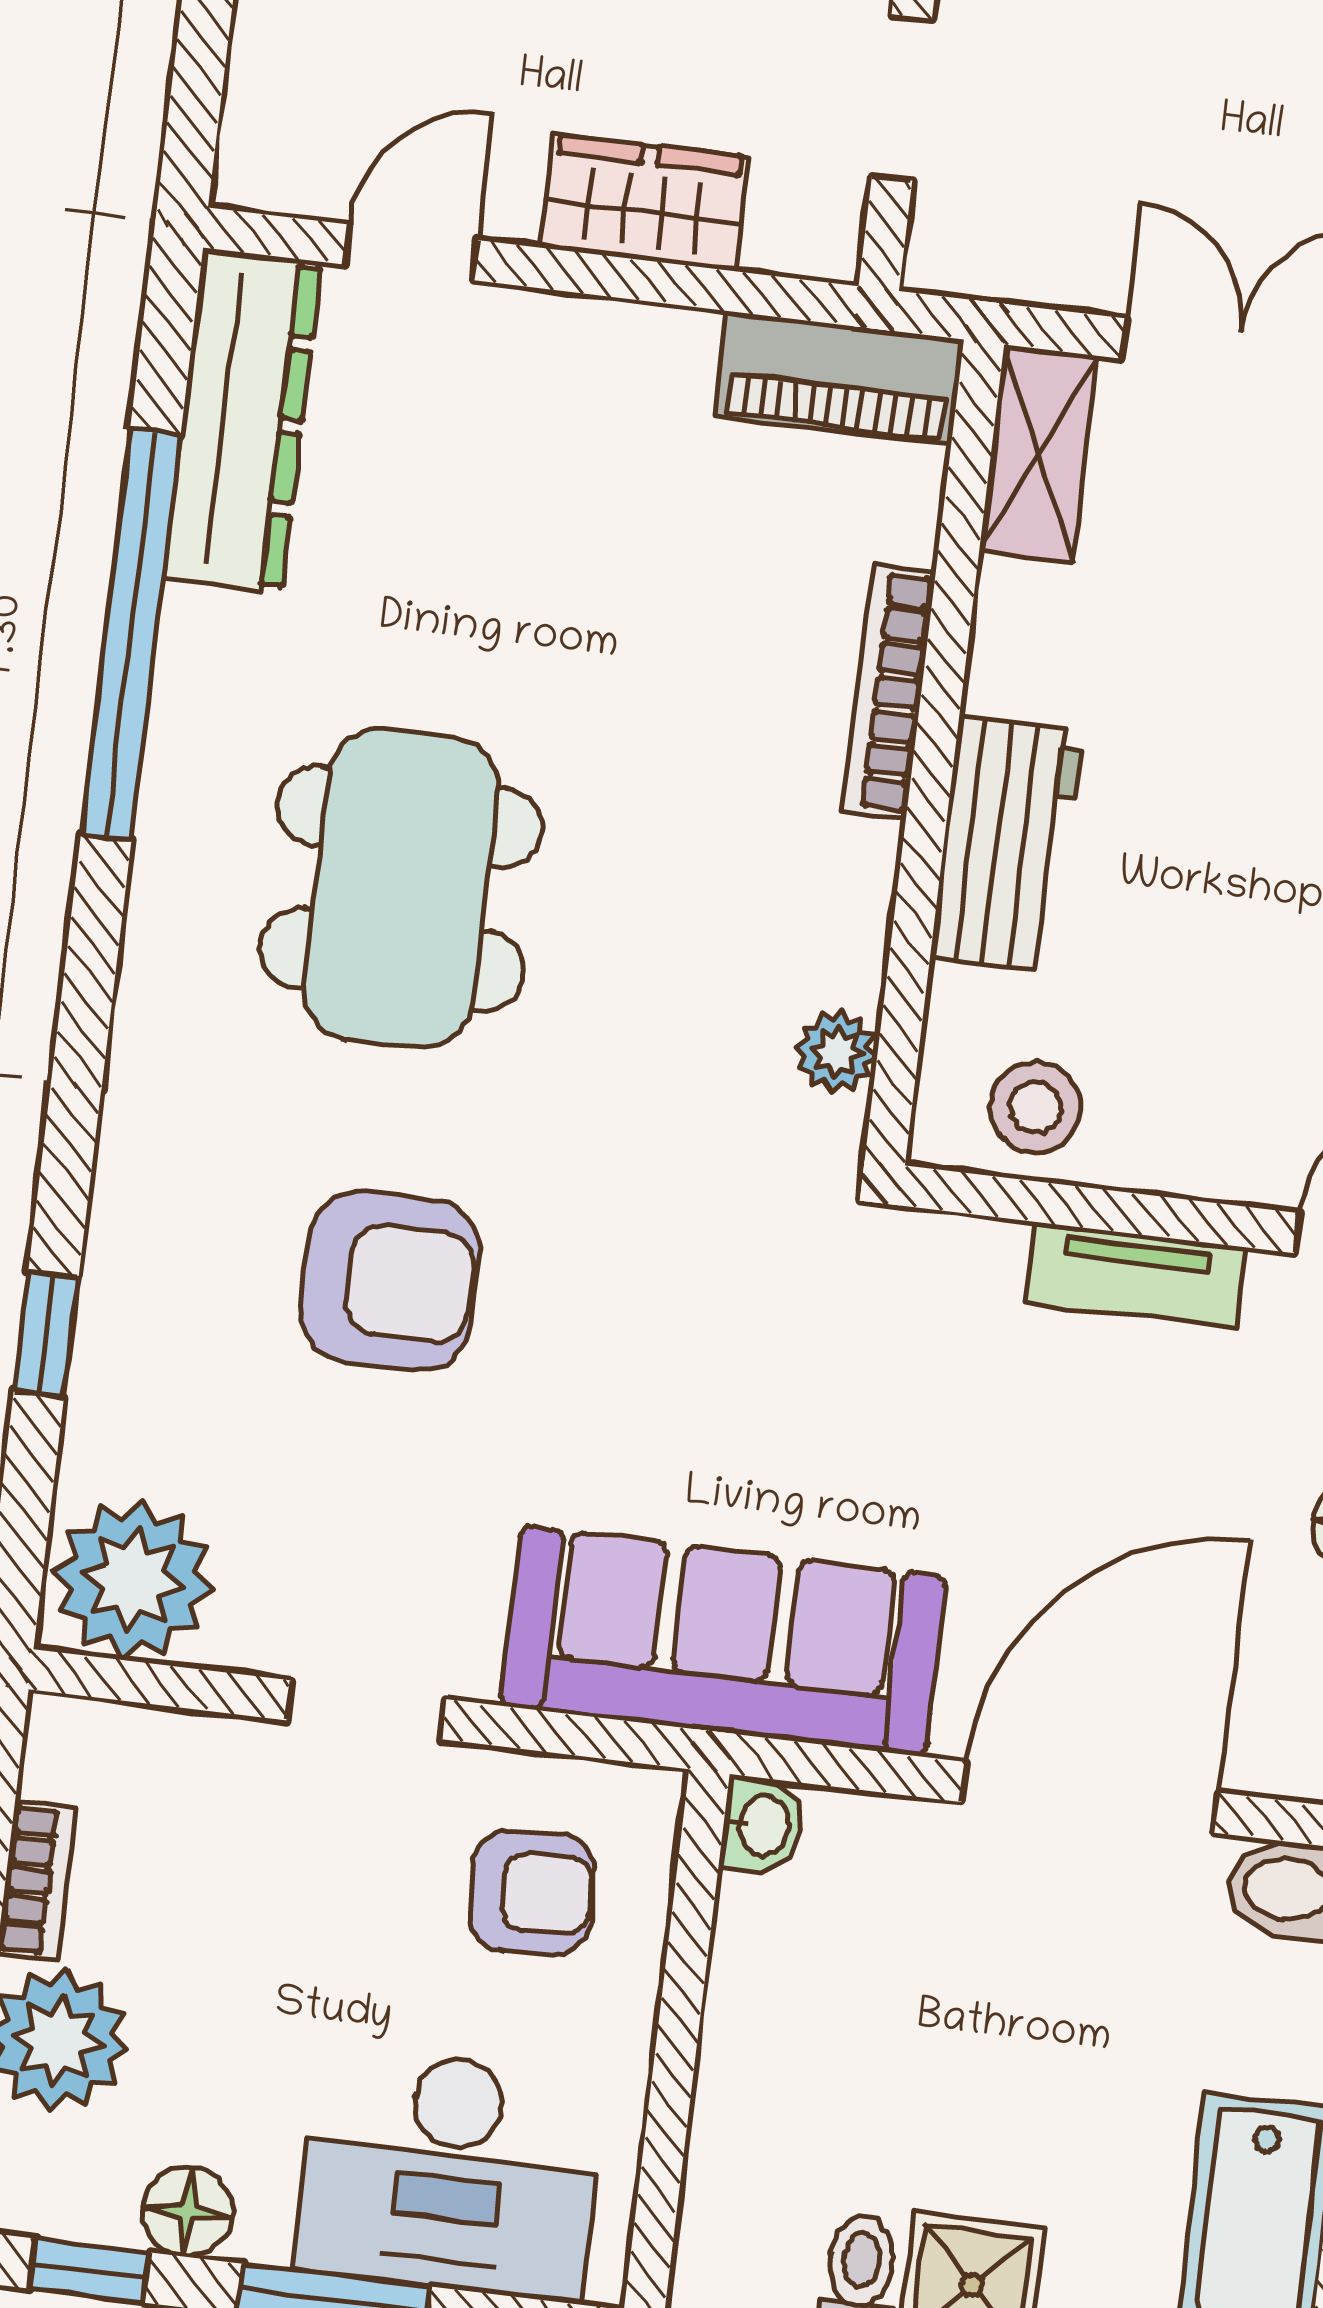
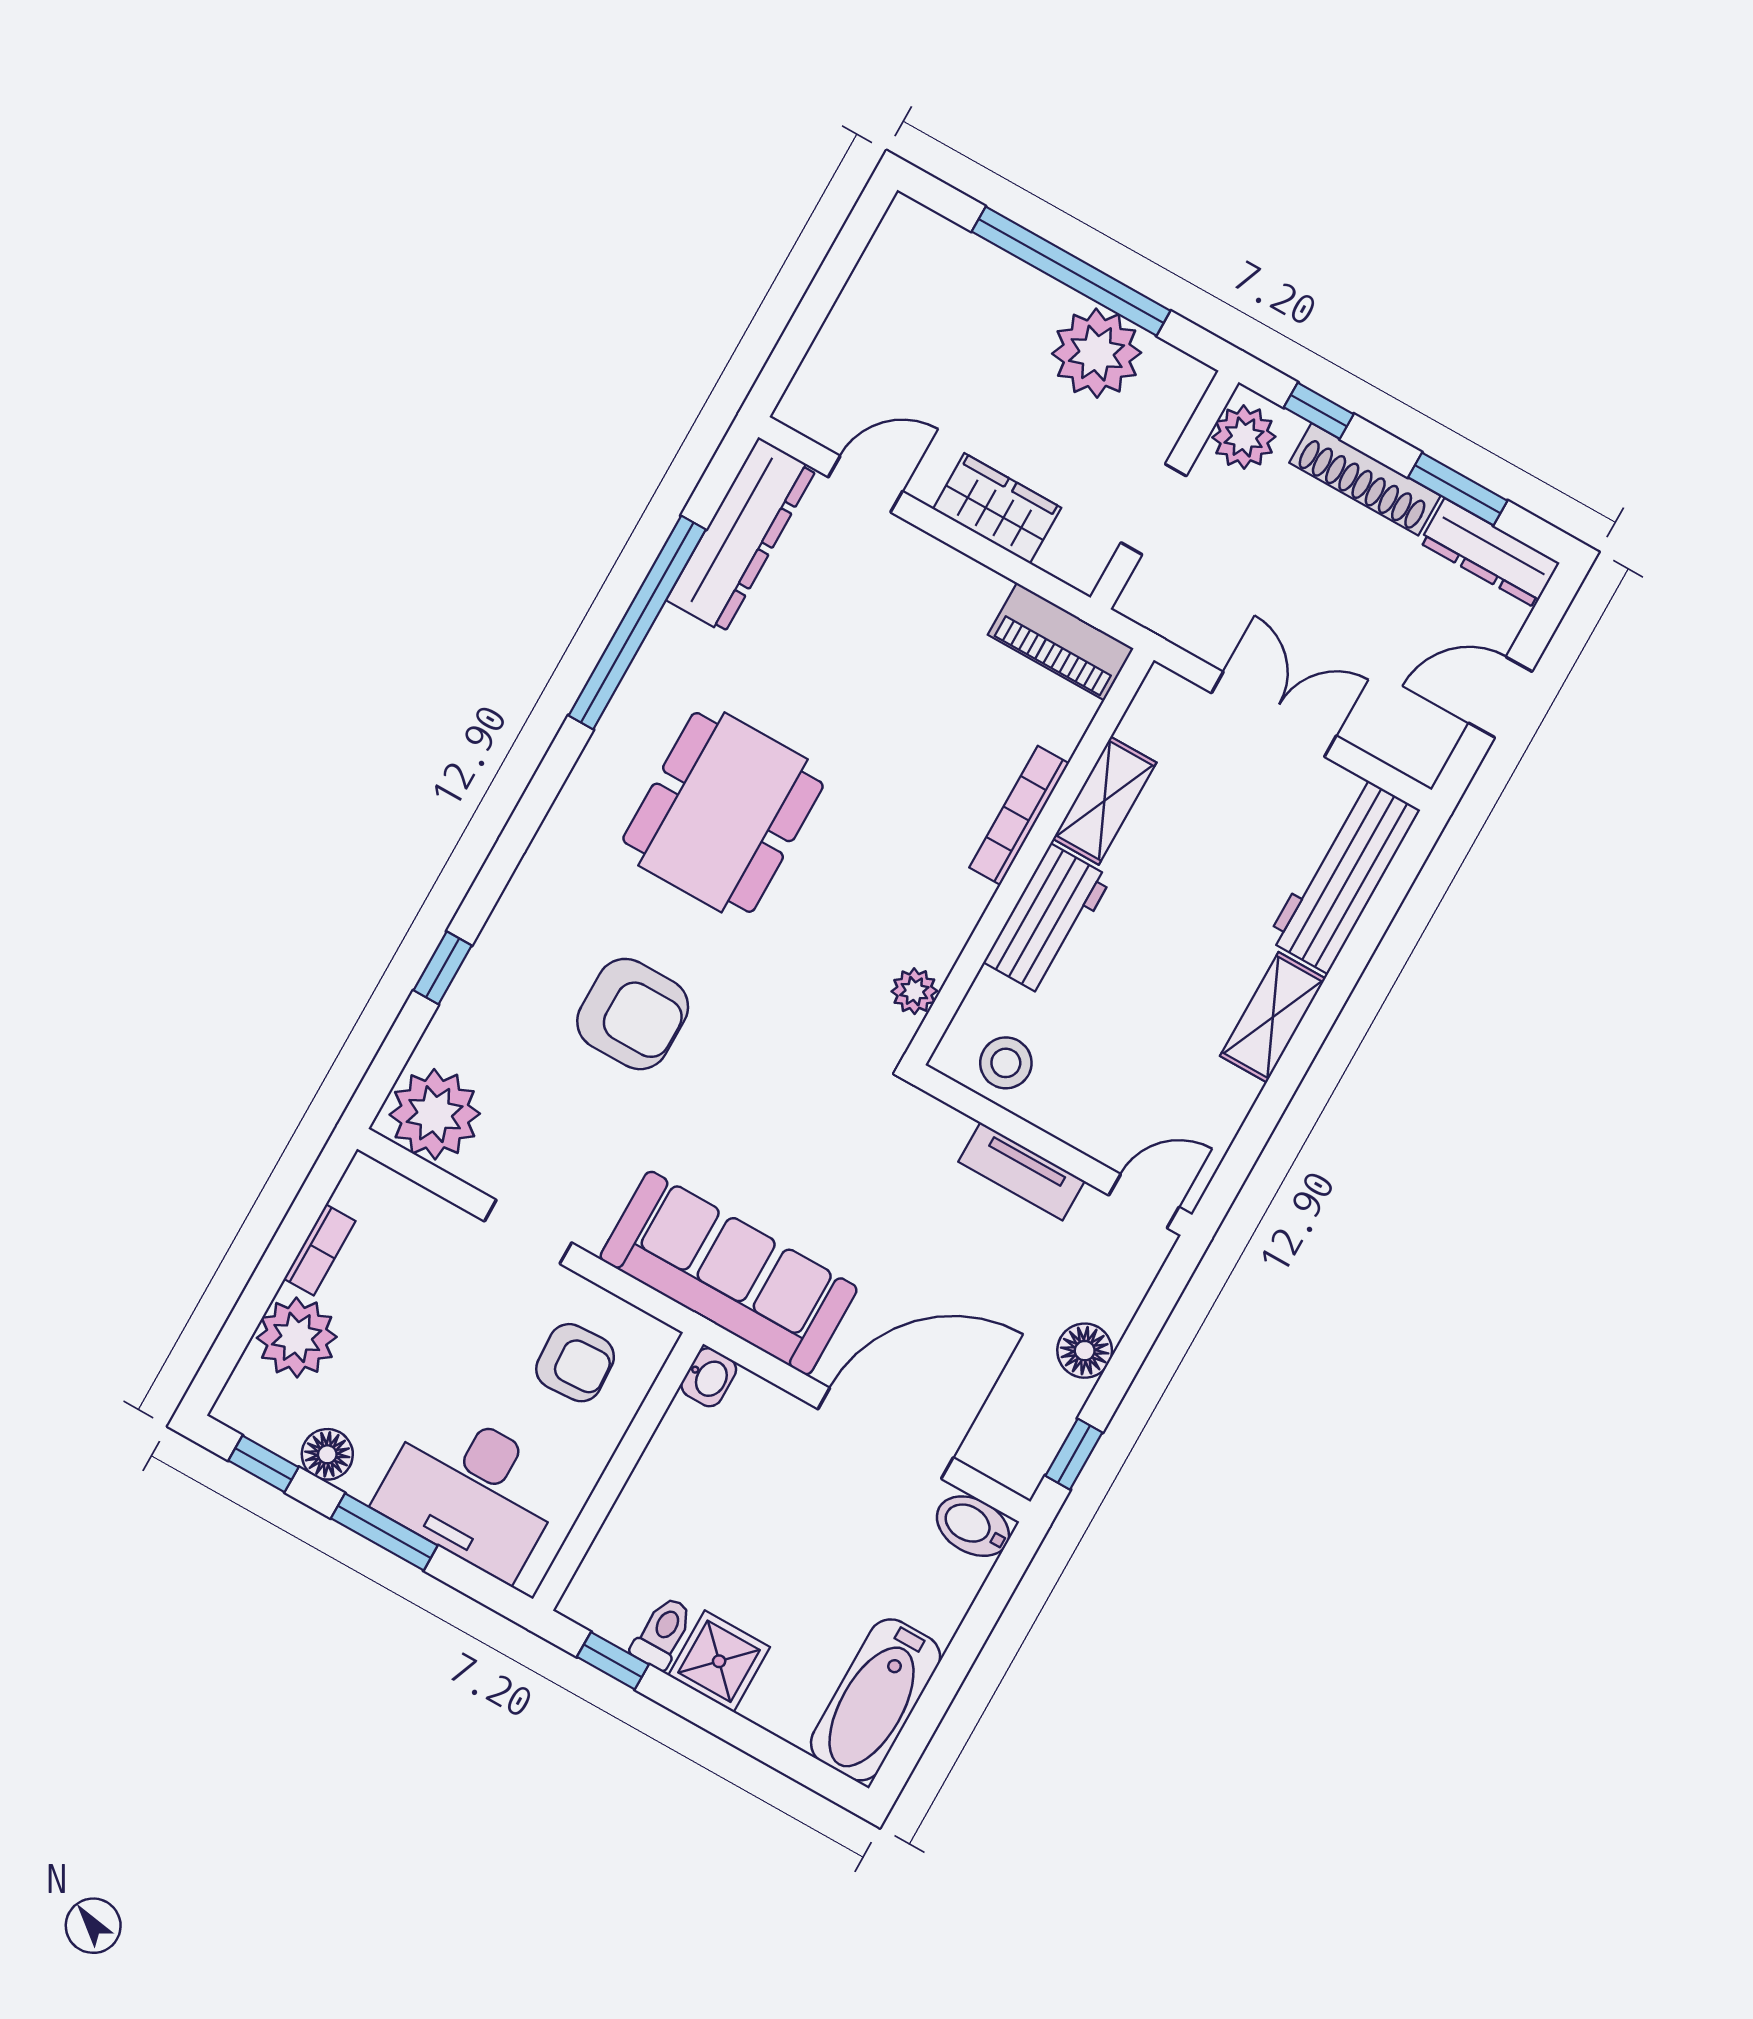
shelving: (1038, 454) -> (1105, 801), moved

